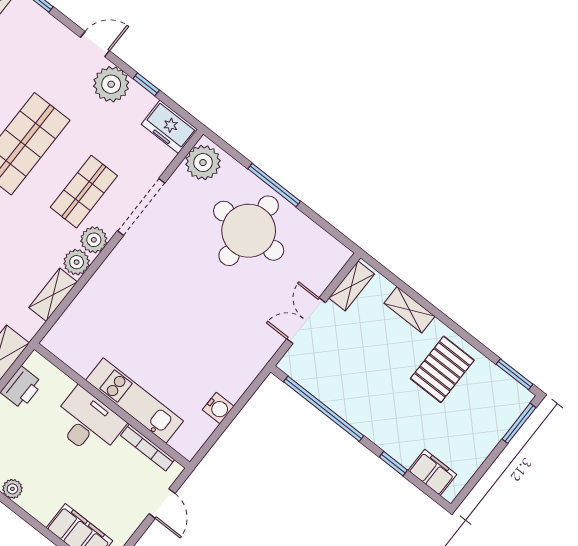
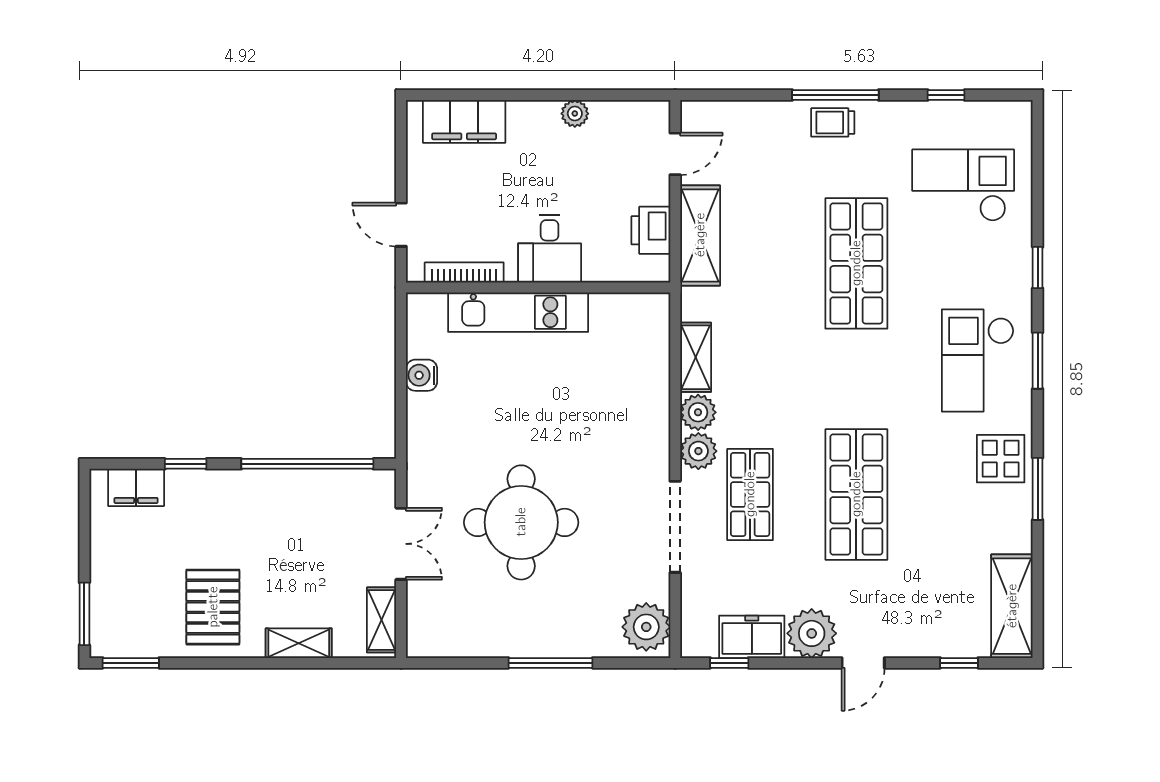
window: (146, 84) -> (729, 663), moved
freezer: (169, 127) -> (752, 637), moved
round table: (249, 231) -> (521, 522), moved
desk: (88, 423) -> (550, 249), width x0.73

